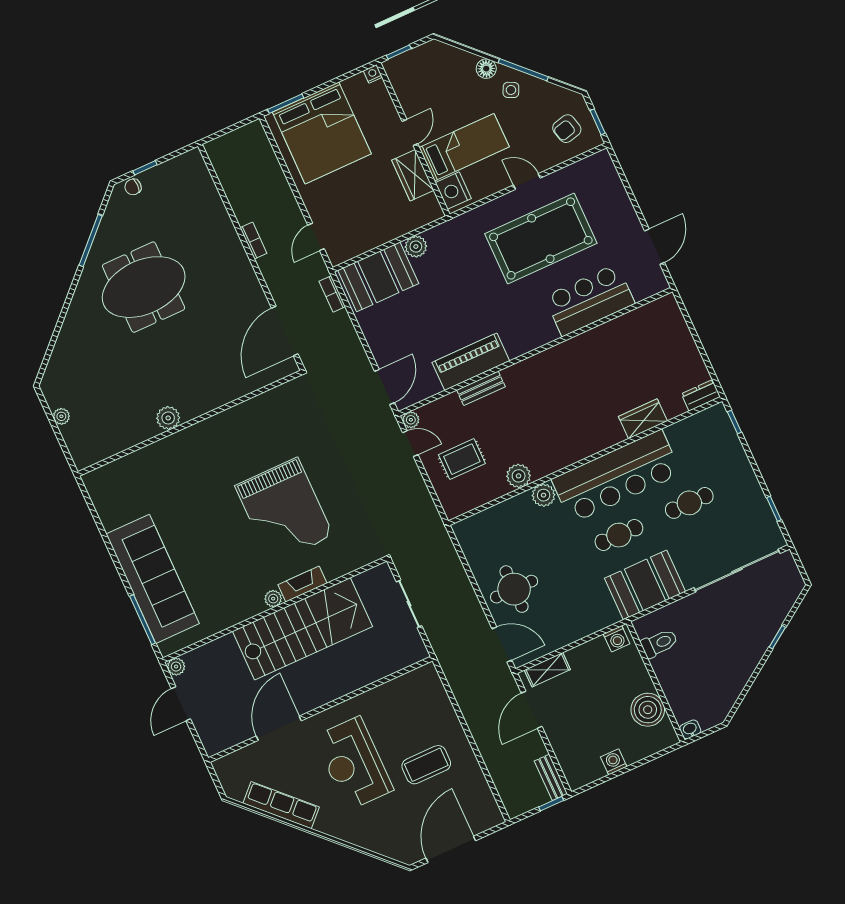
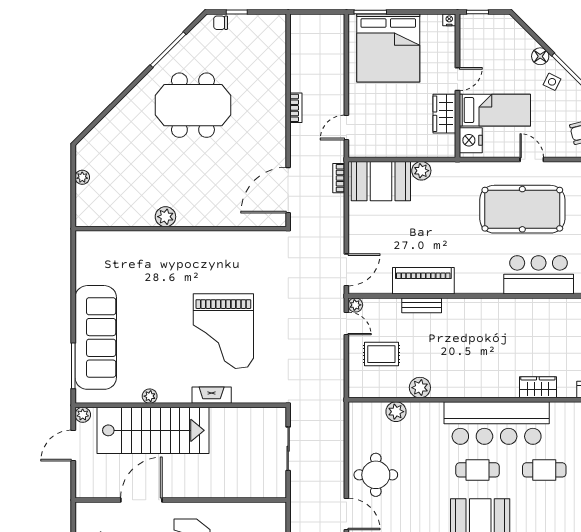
plant: (544, 495) -> (396, 412), moved
plant: (273, 599) -> (150, 396), moved
stairs: (302, 629) -> (153, 430), moved

